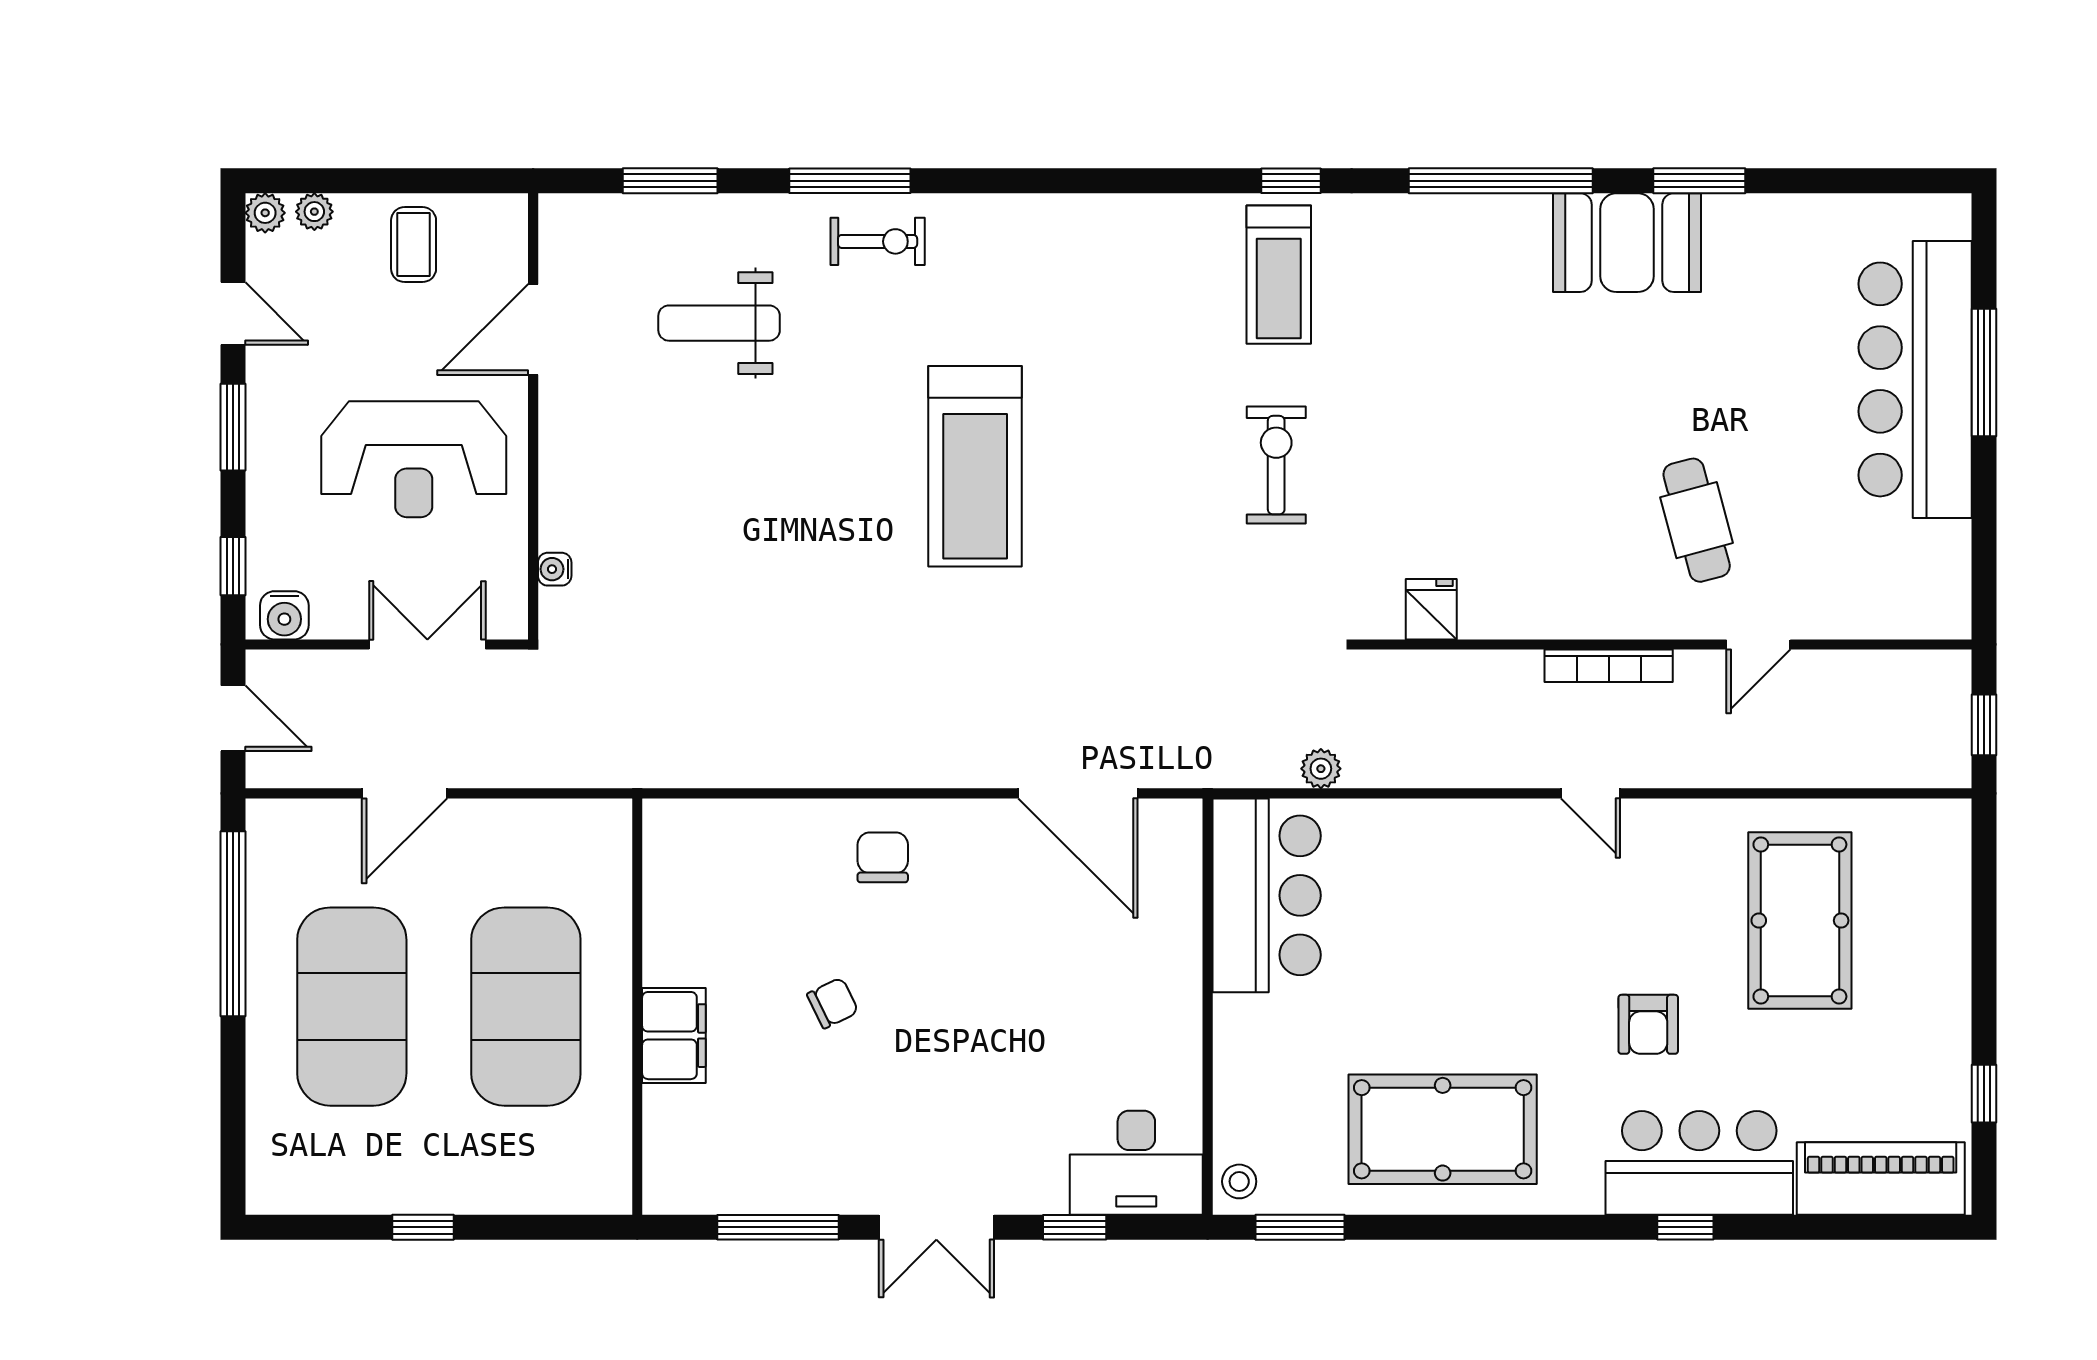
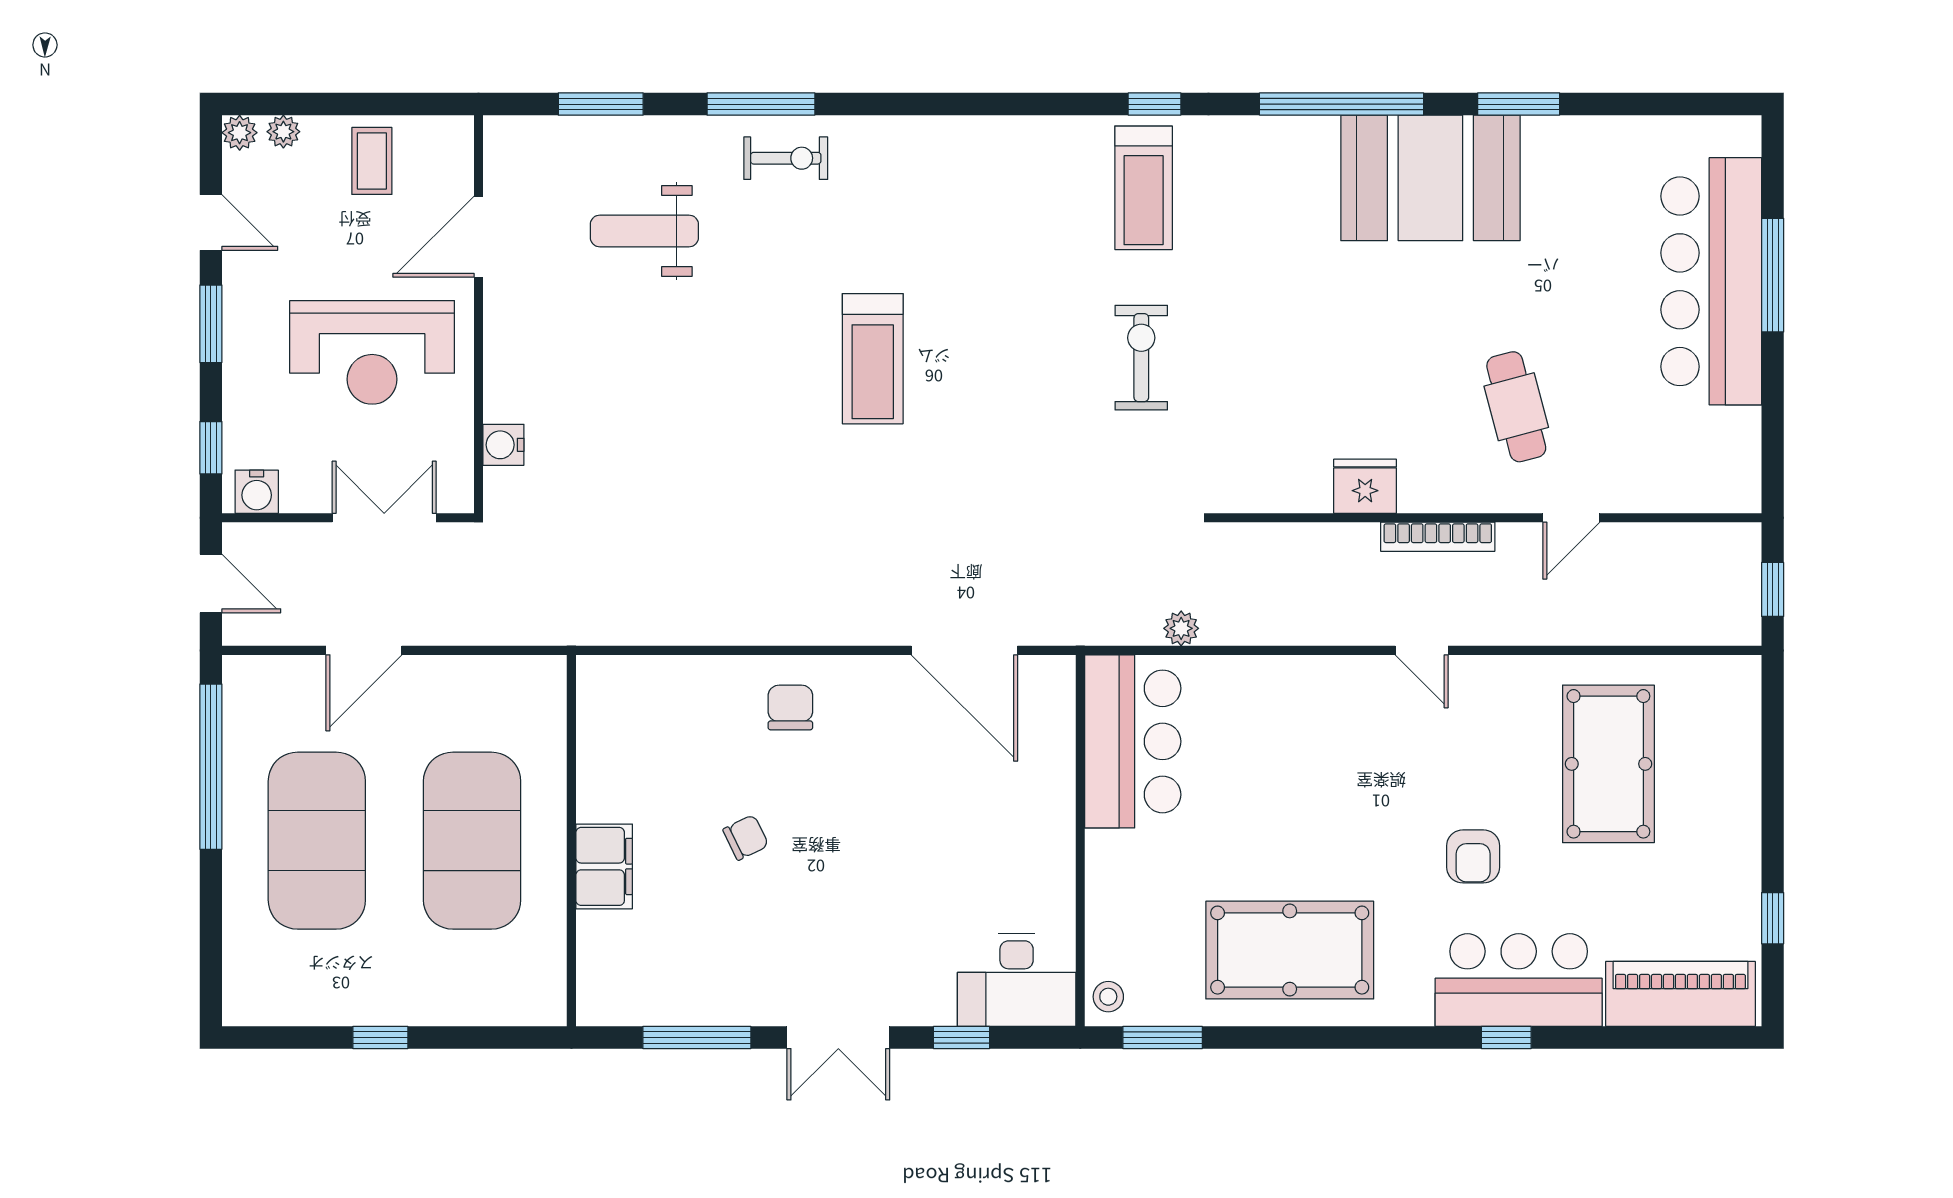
booth: (1627, 243) -> (1430, 178), width x1.36, depth x1.42
treadmill: (975, 466) -> (873, 359), width x0.73, depth x0.73
water cooler: (555, 569) -> (503, 445), width x1.38, depth x1.38
fridge: (1431, 609) -> (1365, 486), moved, width x1.38

